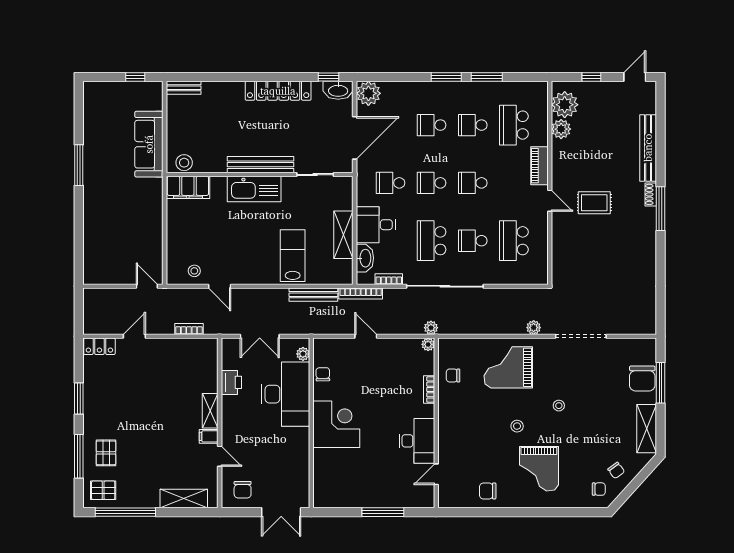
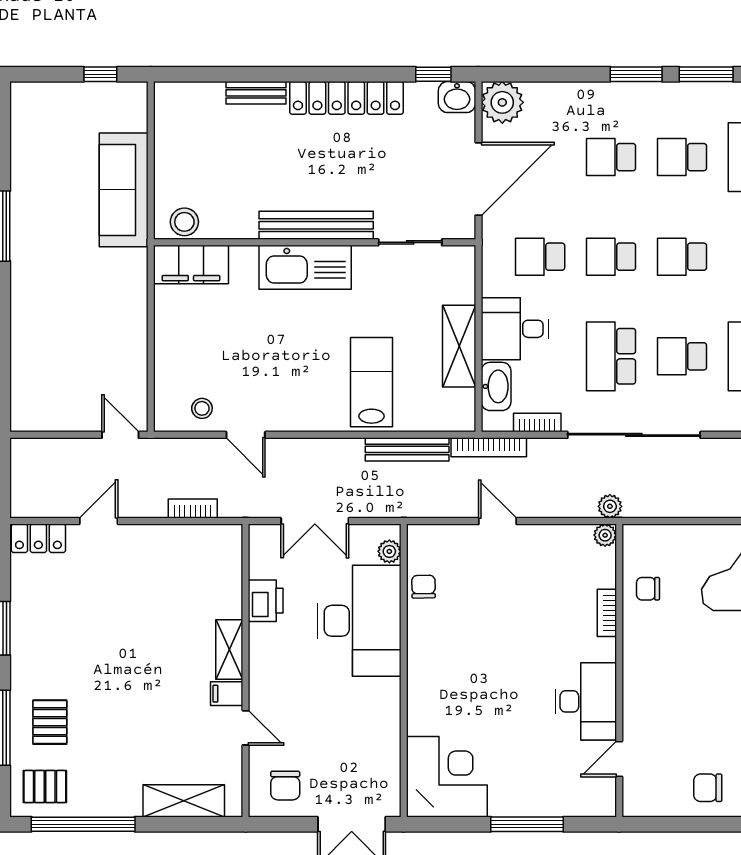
bench: (184, 88) -> (256, 93), moved
washbasin: (338, 90) -> (457, 97), width x0.72
corner desk: (336, 424) -> (447, 777), moved

